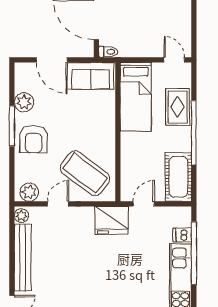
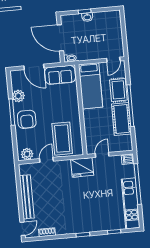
door: (174, 60) -> (113, 60), swing flipped
coffee table: (85, 173) -> (62, 139), turned 53
cot: (178, 177) -> (121, 119), moved
plant: (21, 216) -> (23, 170), removed
dishwasher: (182, 235) -> (128, 159), moved

